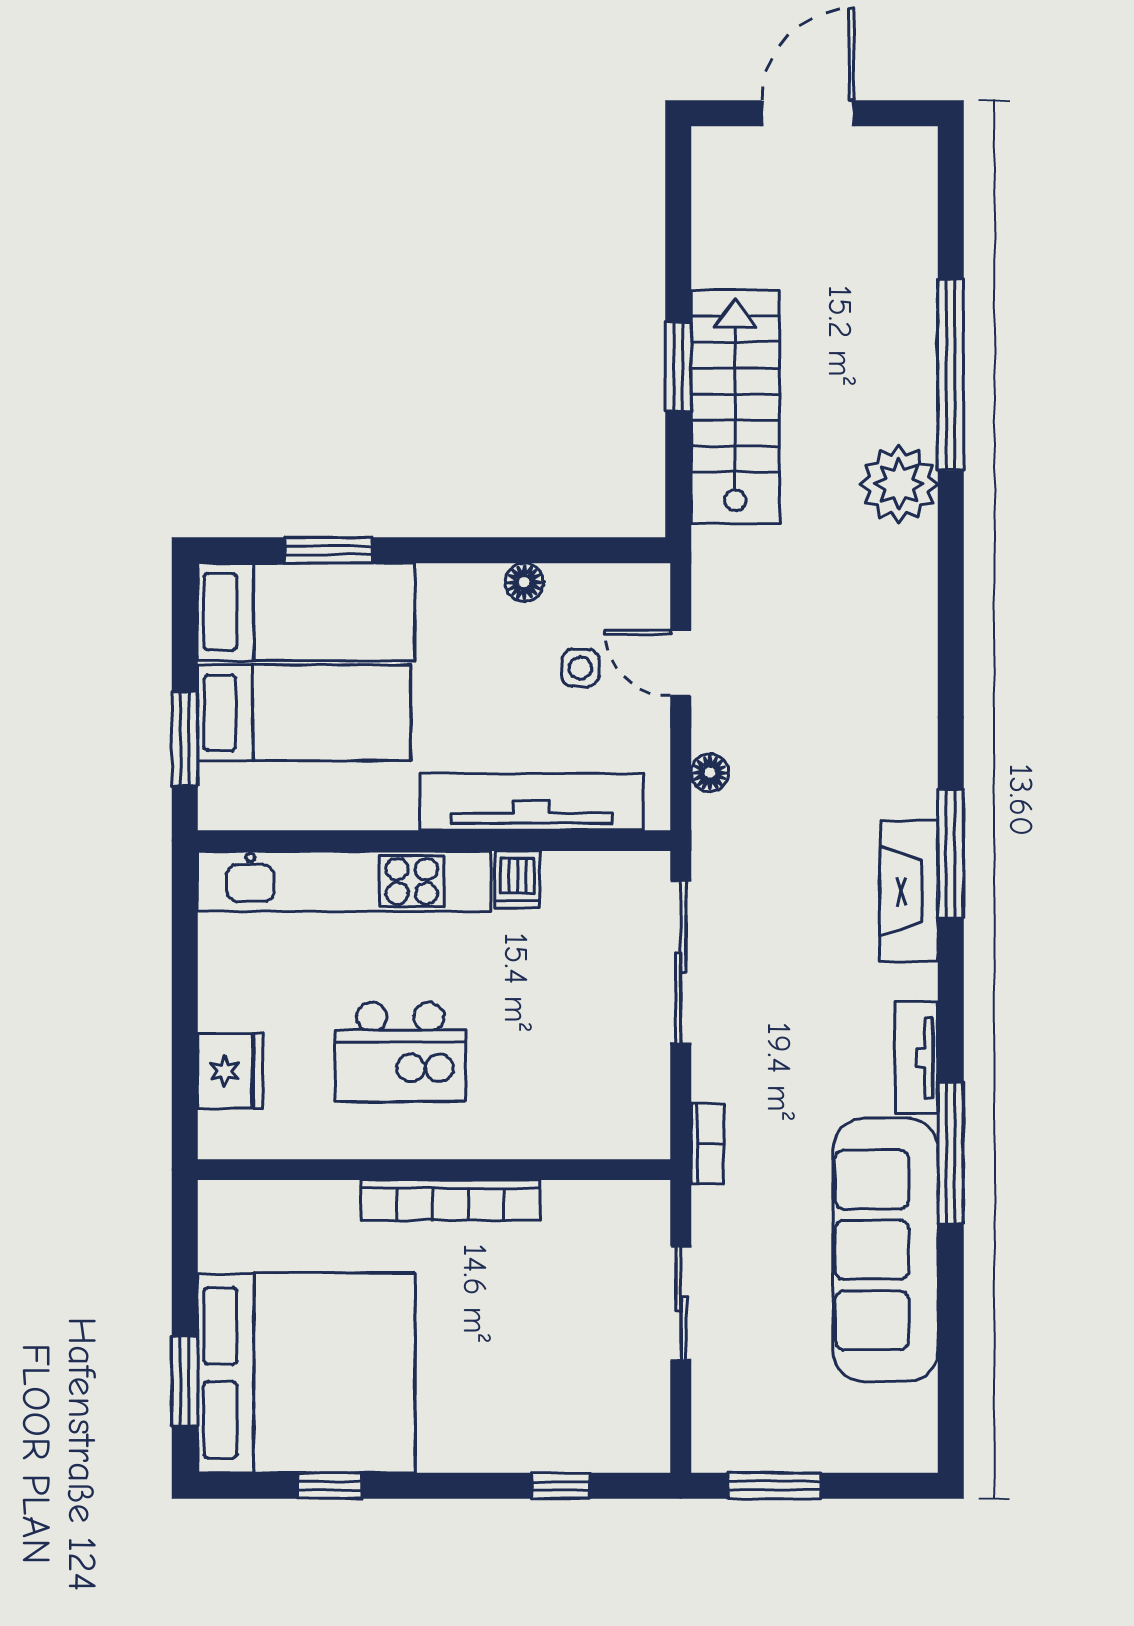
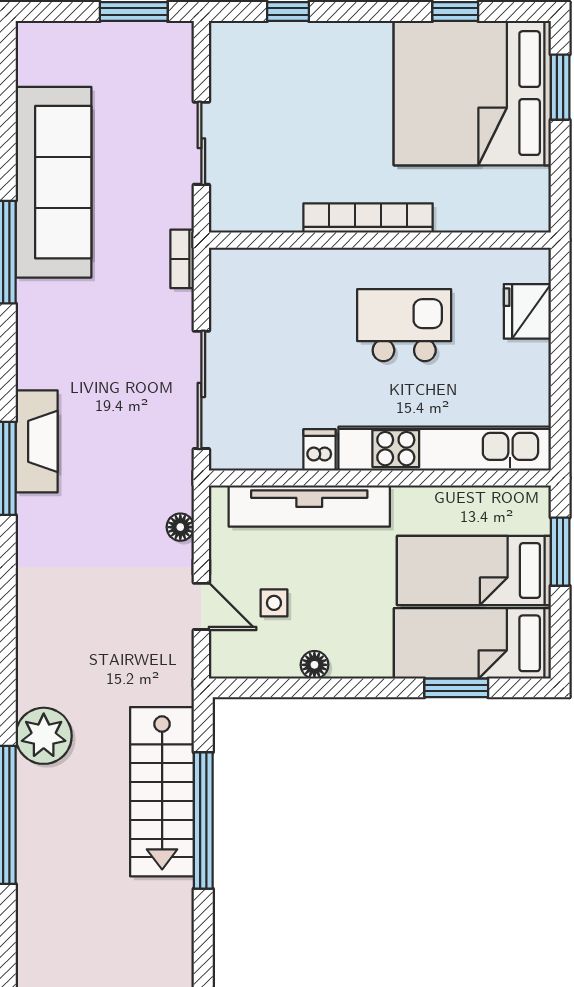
window: (678, 367) -> (203, 820), width x2.11
tv unit: (916, 1058) -> (31, 321), removed

